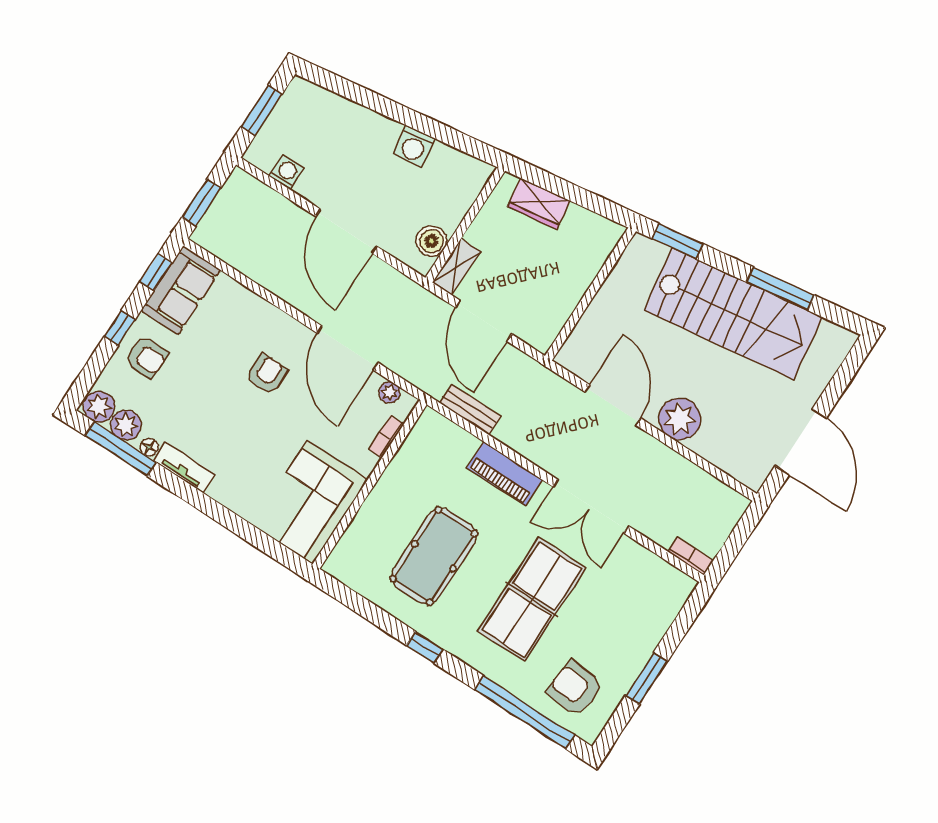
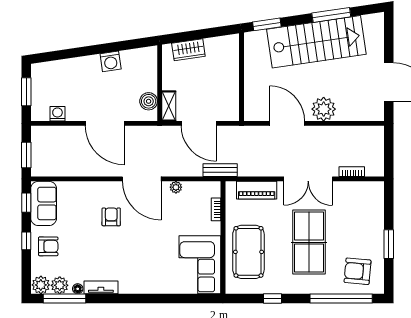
bookcase: (386, 437) -> (216, 209), moved
wall: (370, 484) -> (223, 238), moved
corner sofa: (310, 502) -> (200, 265), moved
bookcase: (690, 556) -> (352, 172), moved

